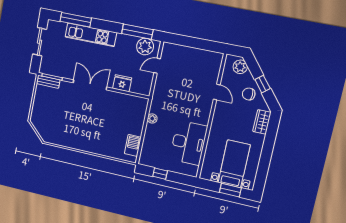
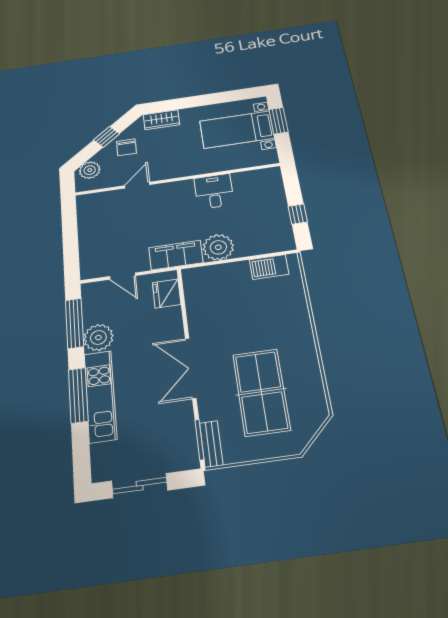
window: (76, 20) -> (78, 395), moved
plant: (145, 47) -> (98, 337), moved
fridge: (122, 83) -> (167, 293), moved
filing cabinet: (159, 99) -> (176, 255), added
table tennis table: (65, 115) -> (261, 392), added
plant: (152, 118) -> (218, 247), width x1.87, depth x1.87
desk: (188, 143) -> (214, 191), width x0.53, depth x0.77

